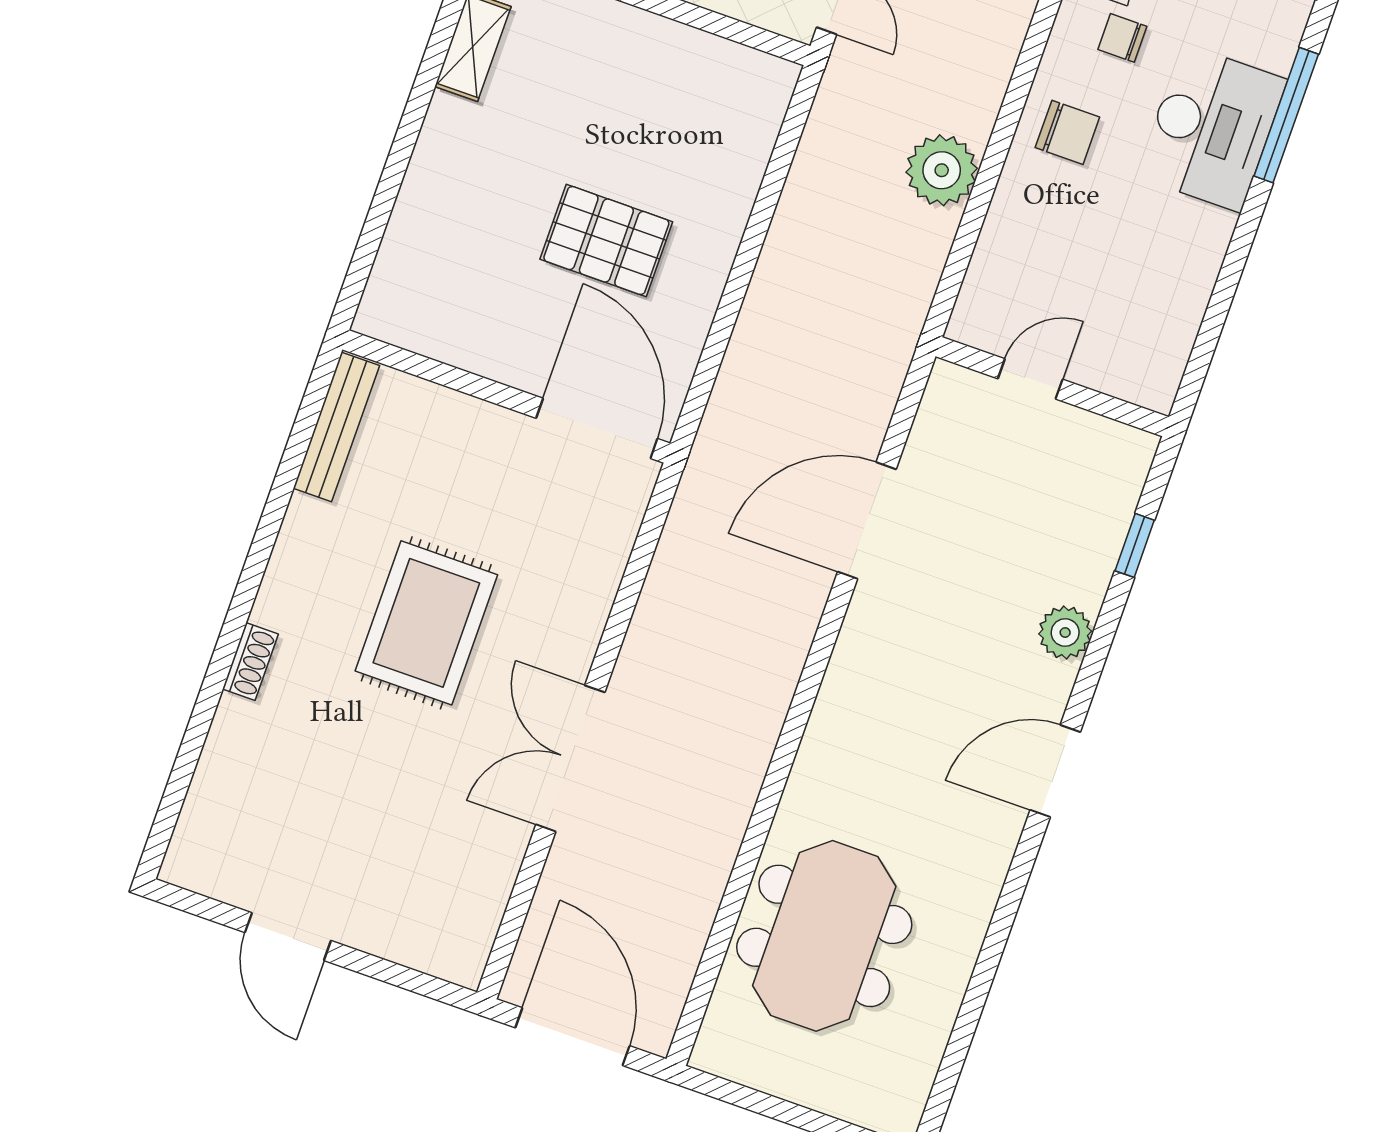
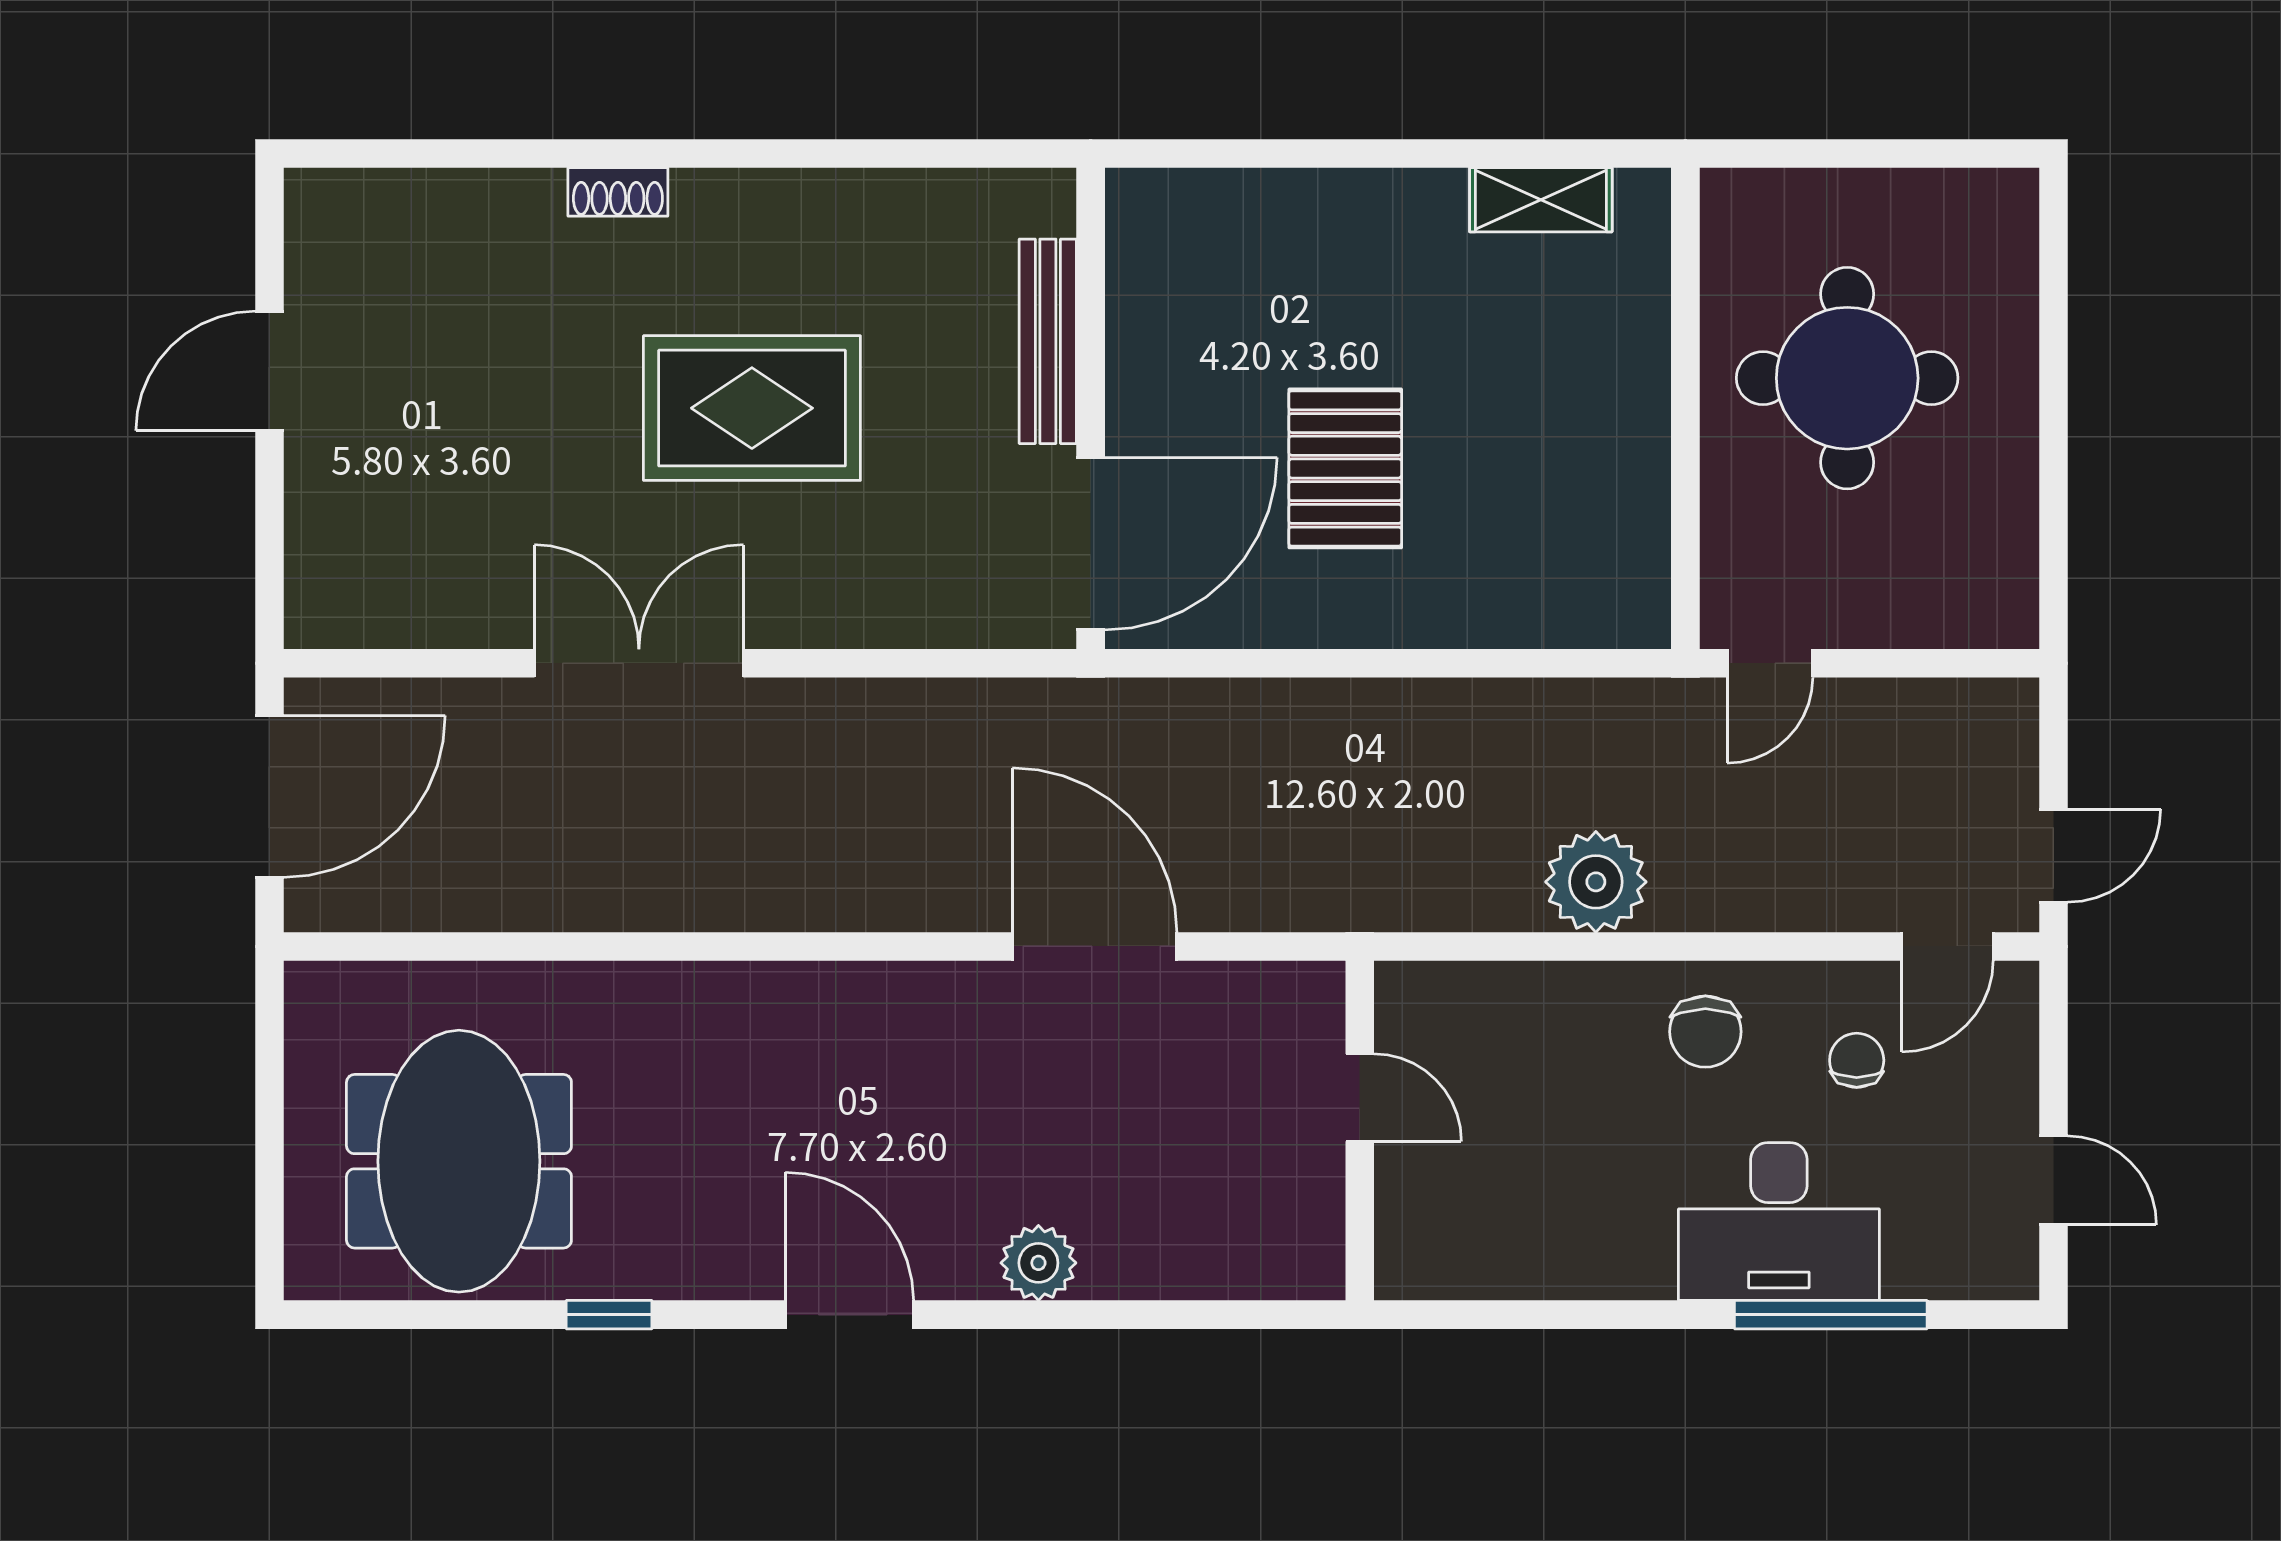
bench: (336, 427) -> (1048, 341), moved, turned 90
window: (1135, 545) -> (609, 1315), moved
meeting table: (824, 936) -> (459, 1161), moved, turned 90

